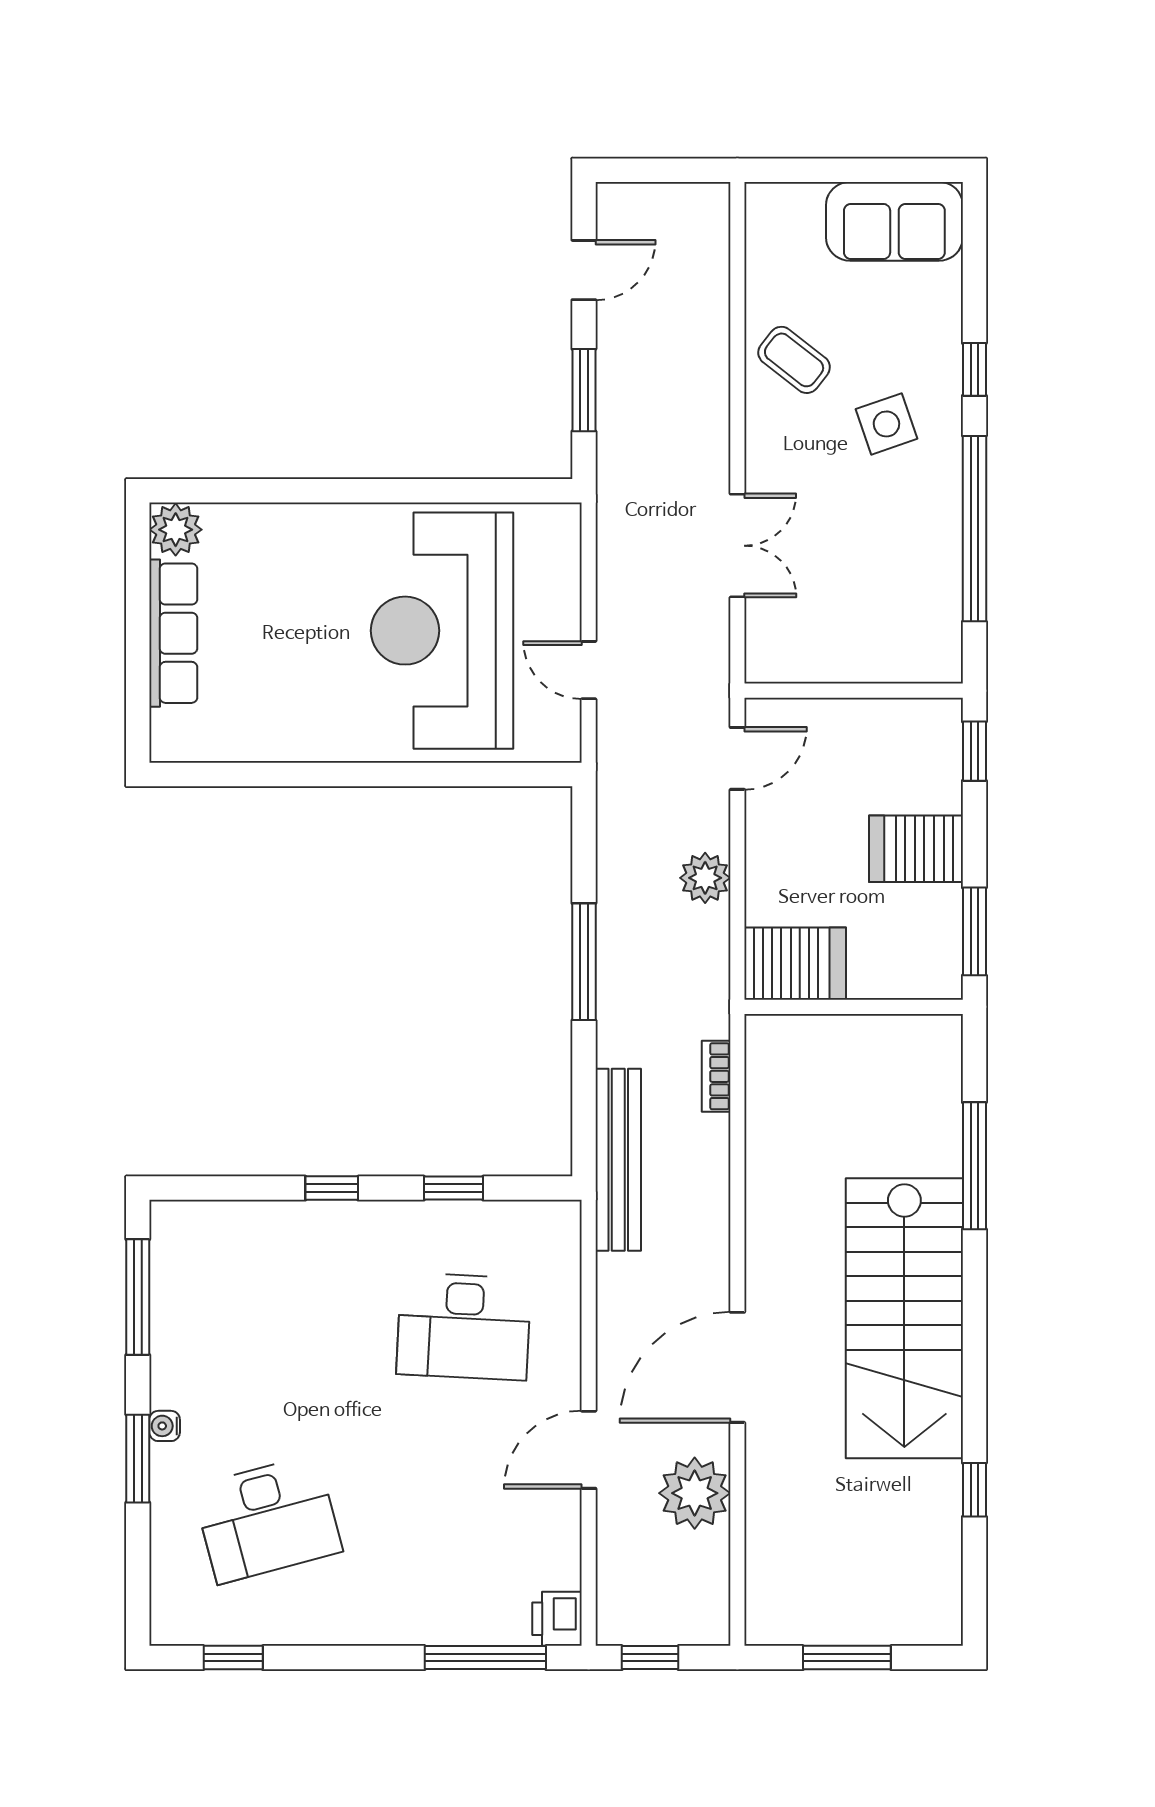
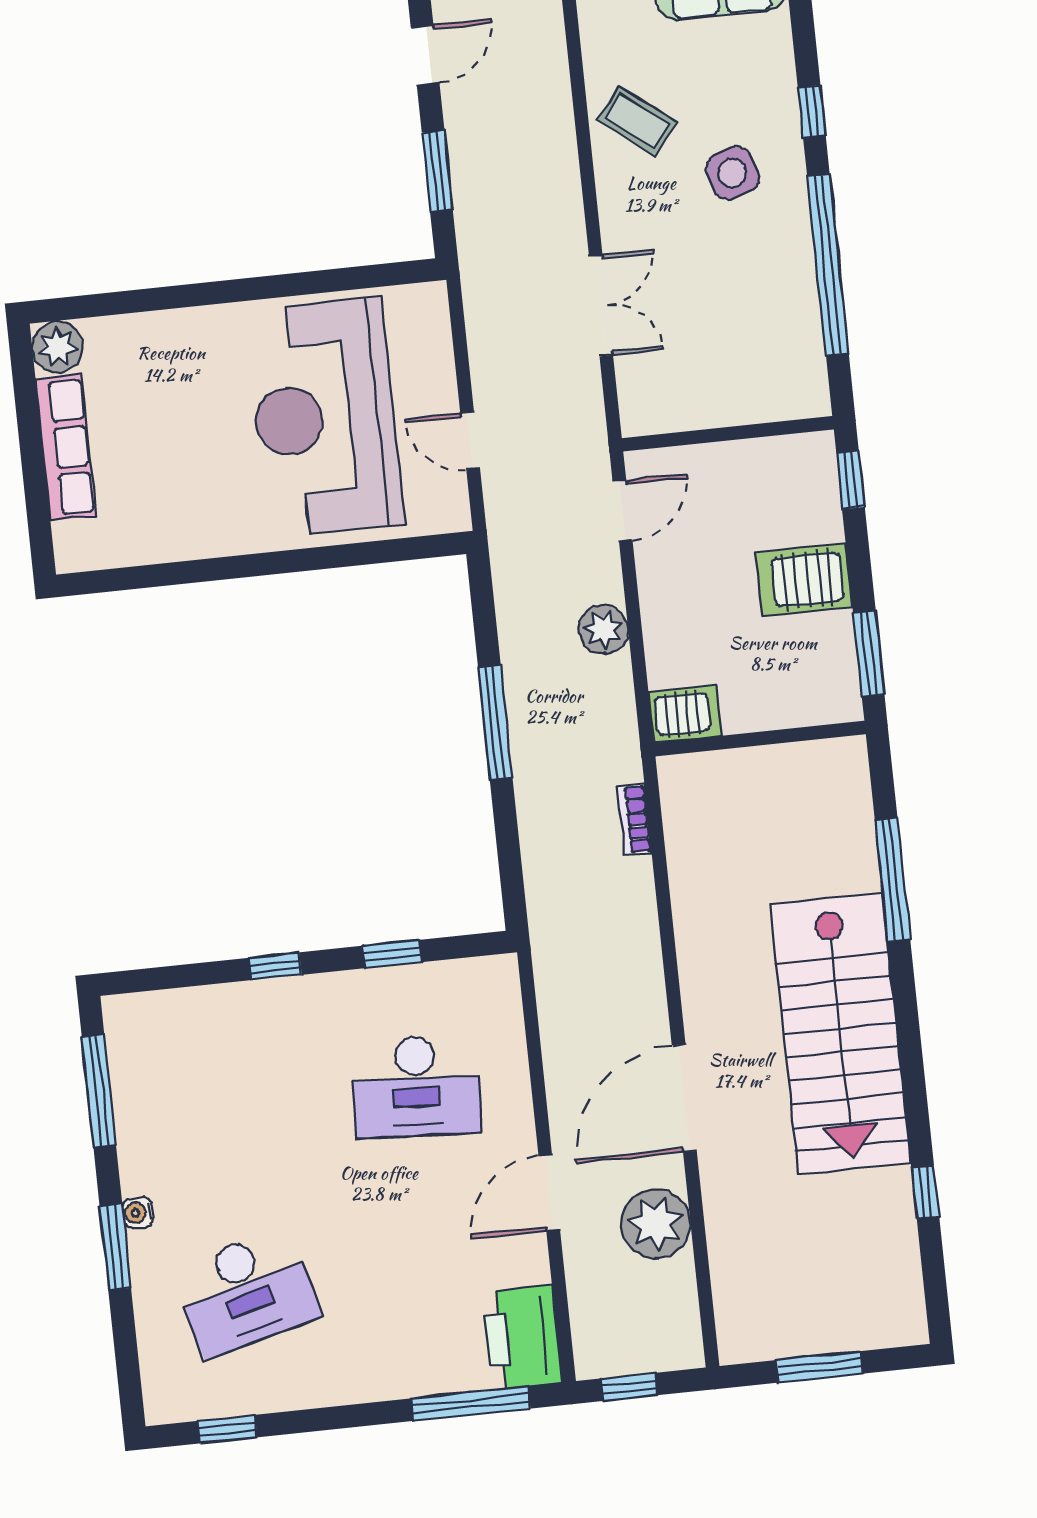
server rack: (795, 964) -> (685, 714), width x0.73, depth x0.70
bench: (618, 1160) -> (548, 910), removed
printer: (557, 1619) -> (522, 1337), width x1.87, depth x1.48

